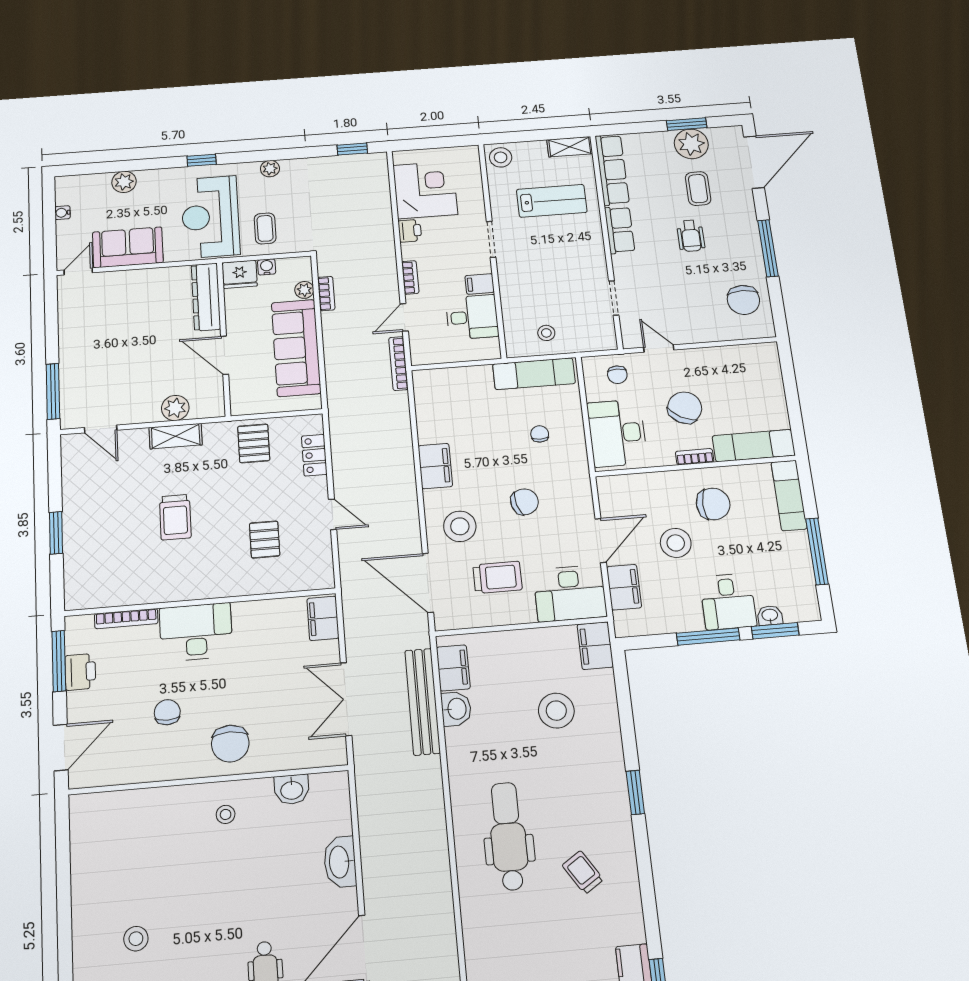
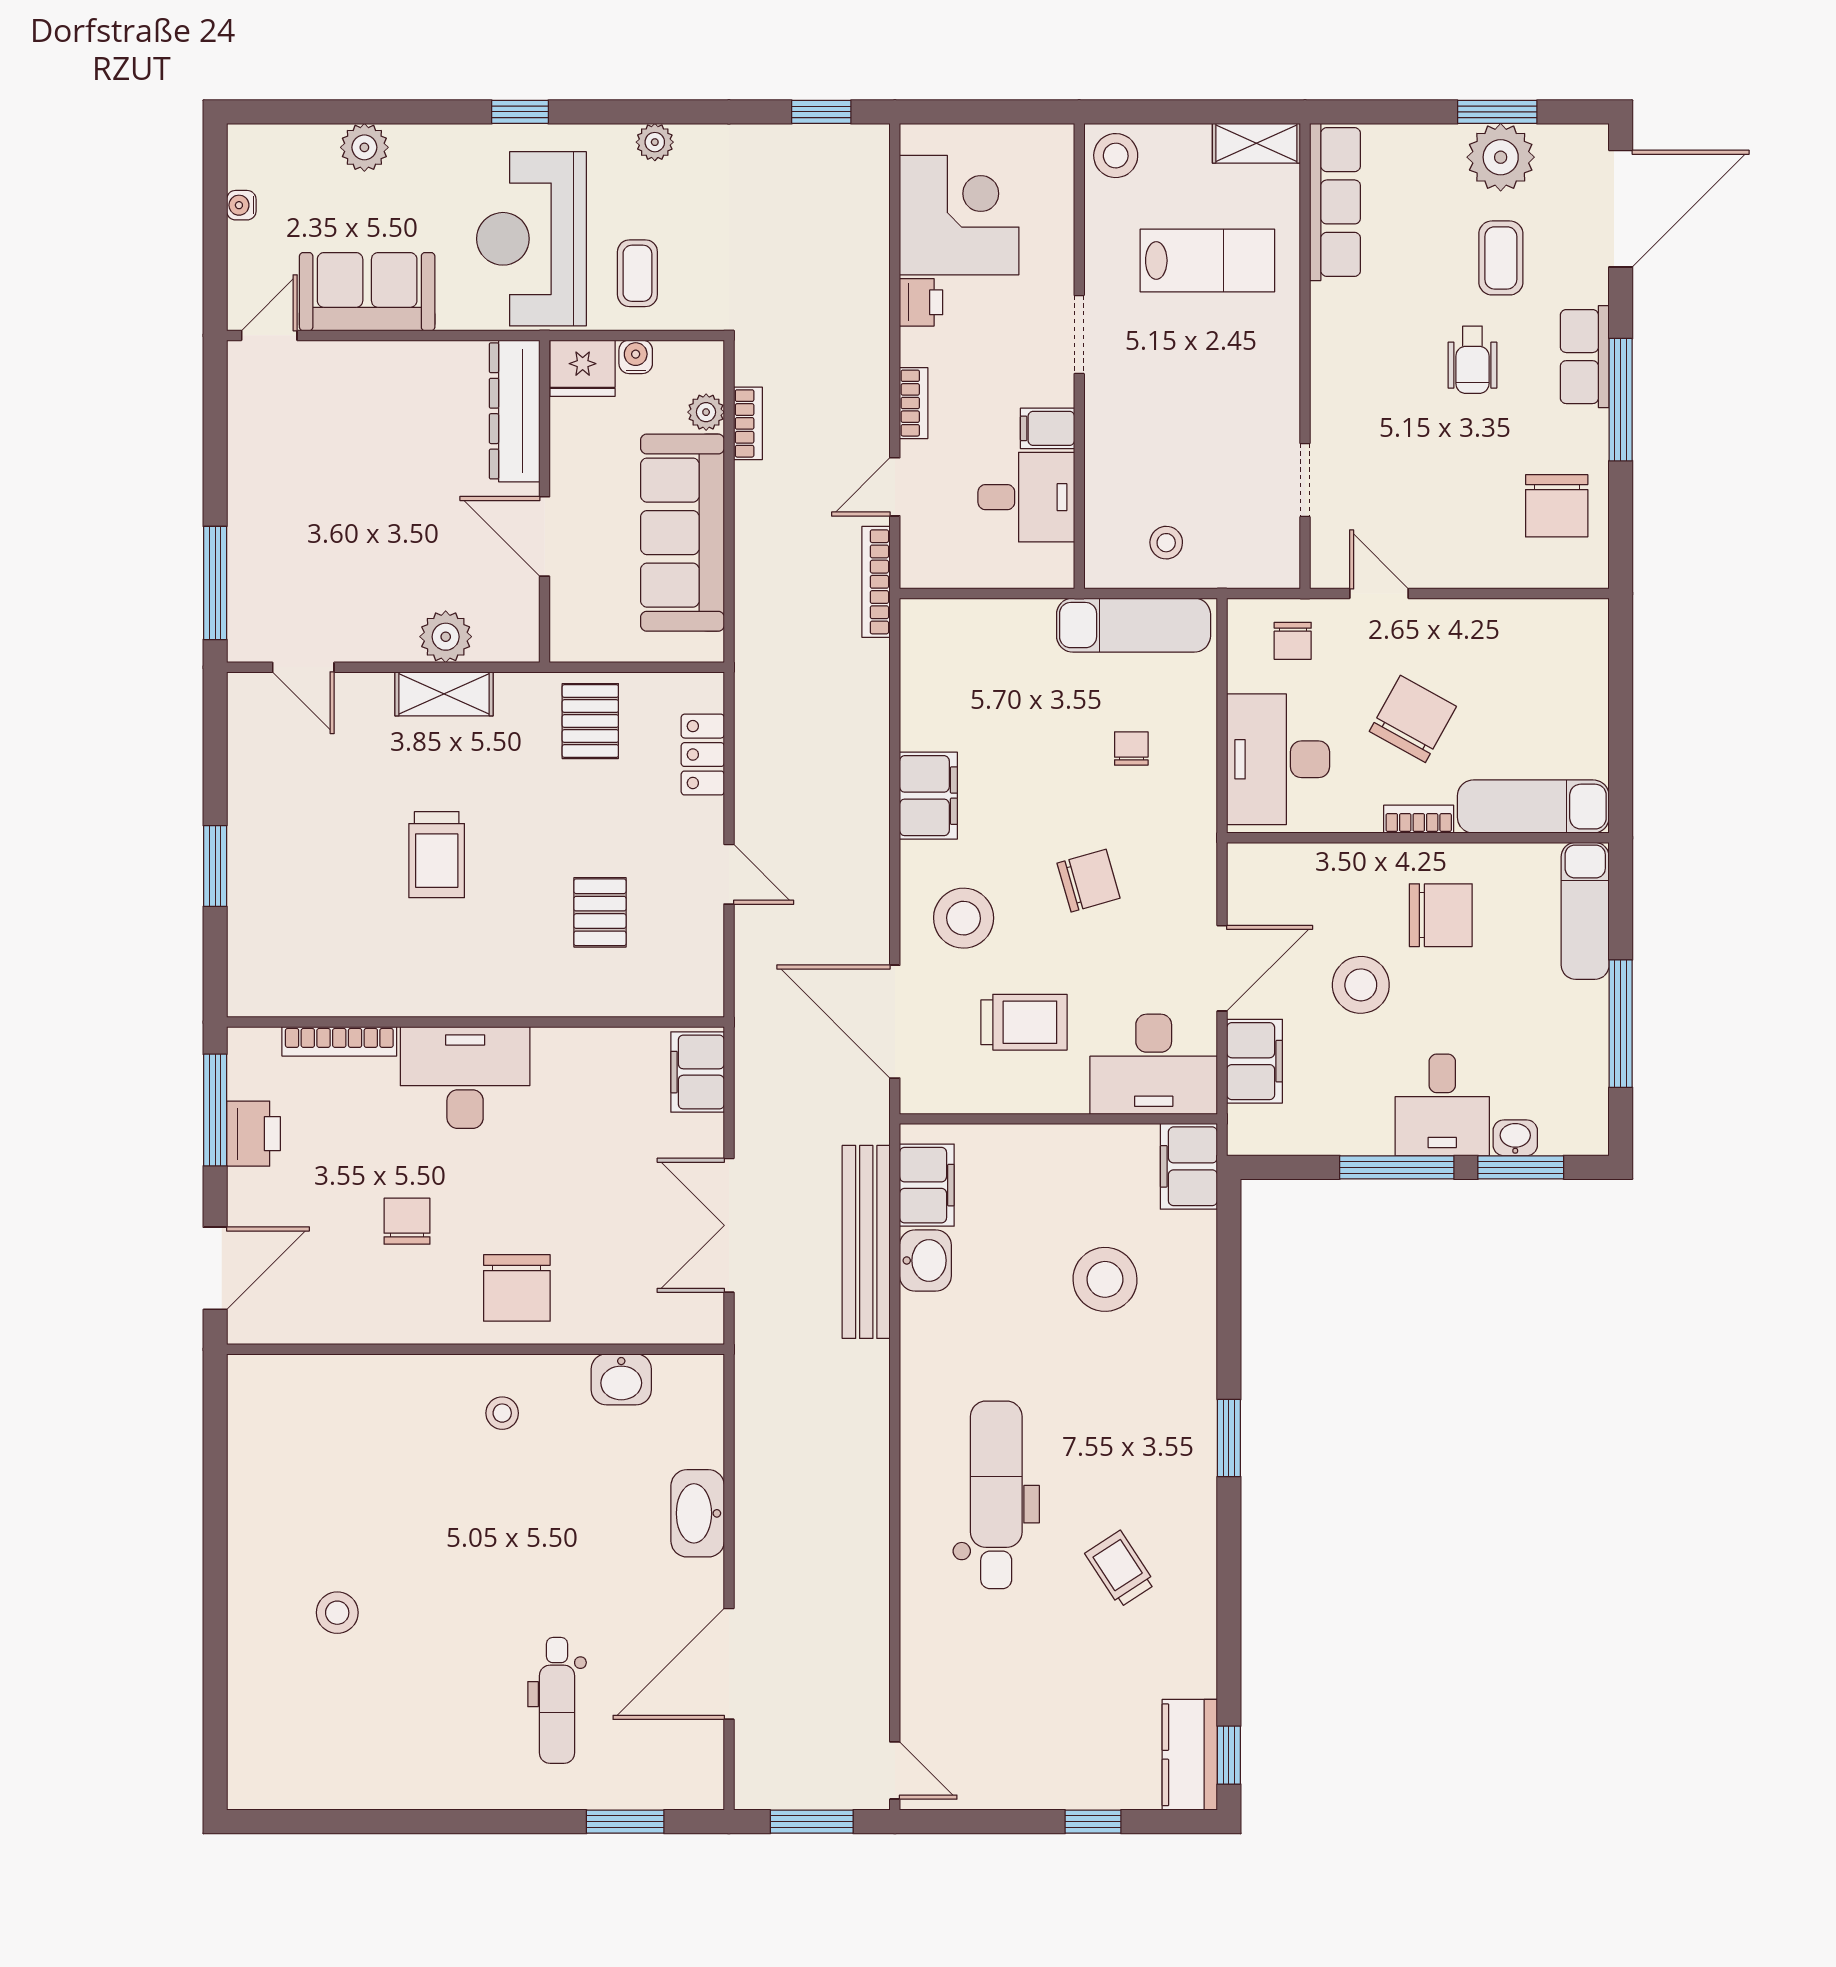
row of seats: (620, 230) -> (1585, 357), moved, turned 180

